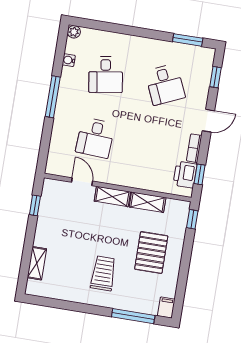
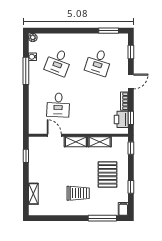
desk: (106, 75) -> (58, 62), turned 30
desk: (165, 84) -> (98, 62), turned 42
window: (53, 97) -> (26, 71), moved
trolley: (103, 273) -> (78, 193), turned 90
window: (183, 277) -> (131, 187), added

